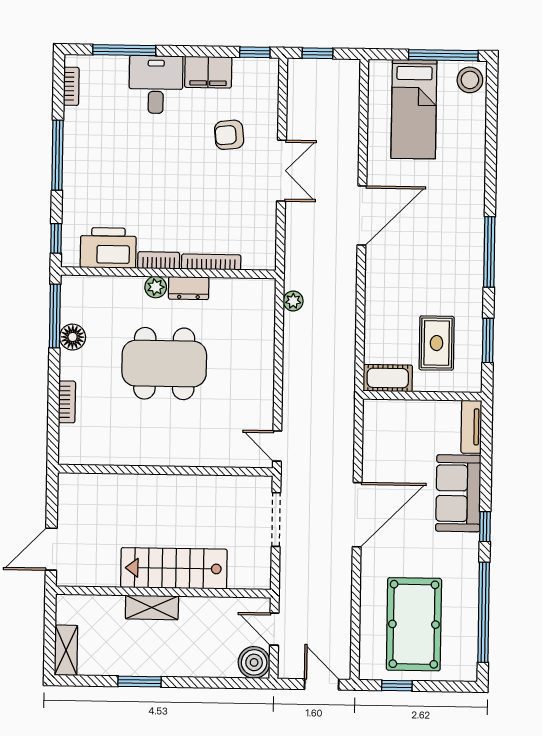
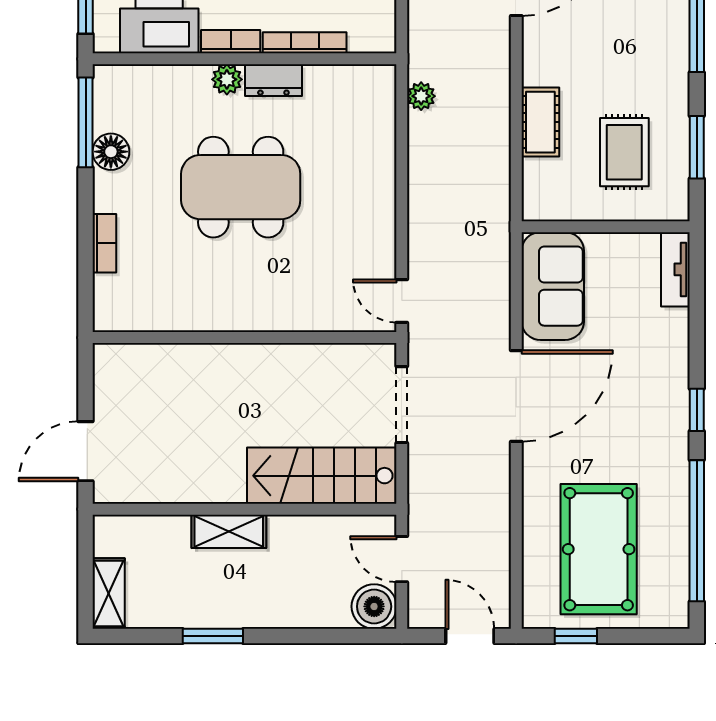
cot: (388, 378) -> (540, 122), moved, turned 90
sofa: (458, 493) -> (553, 286), moved, turned 180
stairs: (174, 568) -> (322, 476), moved

